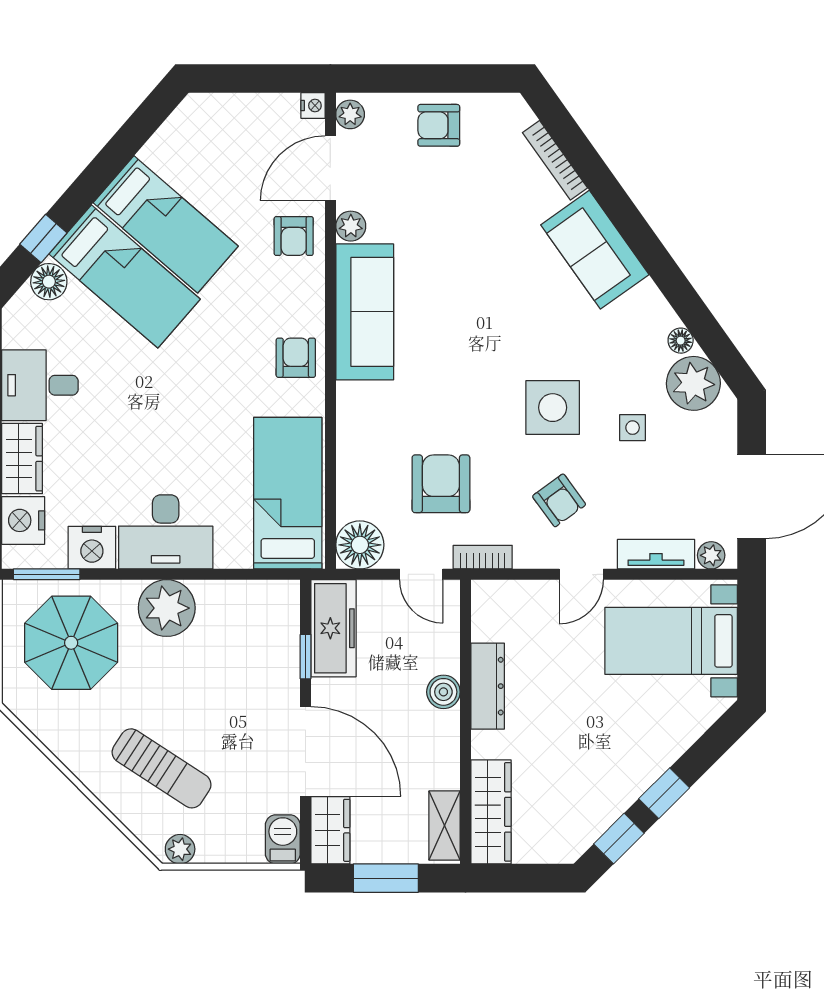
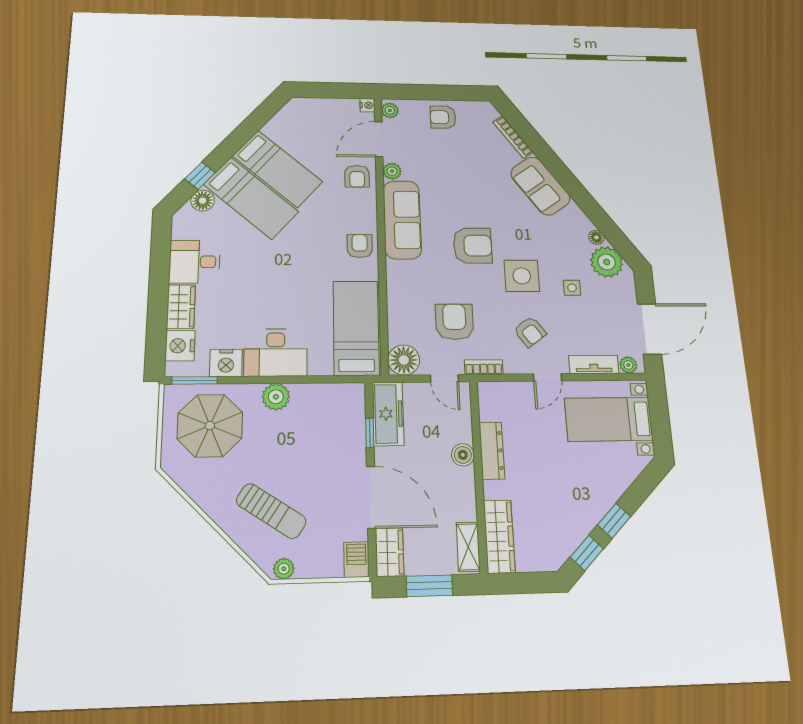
armchair: (476, 356) -> (472, 246), added
plant: (167, 608) -> (276, 397), width x0.73, depth x0.73

